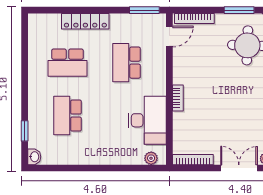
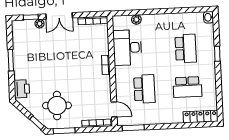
locker: (85, 21) -> (201, 117), moved
door: (169, 36) -> (114, 109), swing flipped
school desk: (67, 63) -> (187, 87), turned 180
window: (25, 131) -> (217, 54), moved
plant: (151, 158) -> (136, 20), moved

